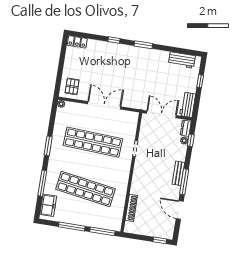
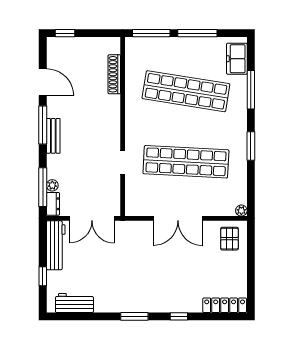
locker: (77, 42) -> (225, 305), width x1.53
workbench: (188, 105) -> (56, 245), width x1.38
window: (191, 140) -> (43, 187), width x2.17

